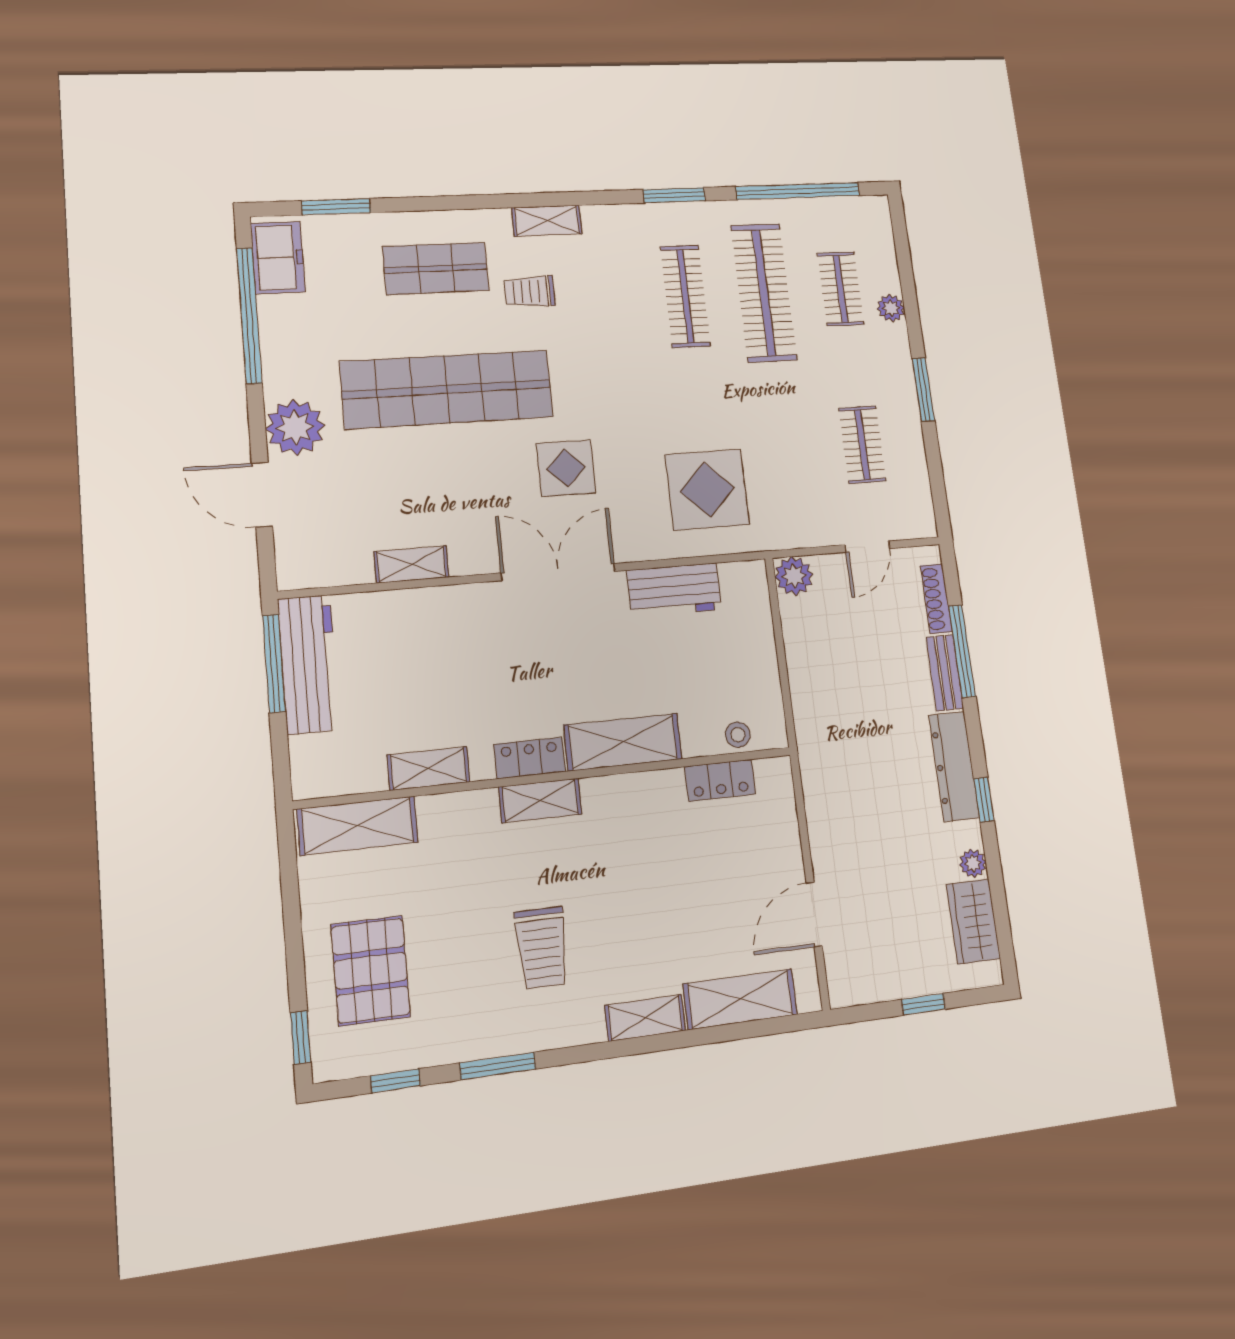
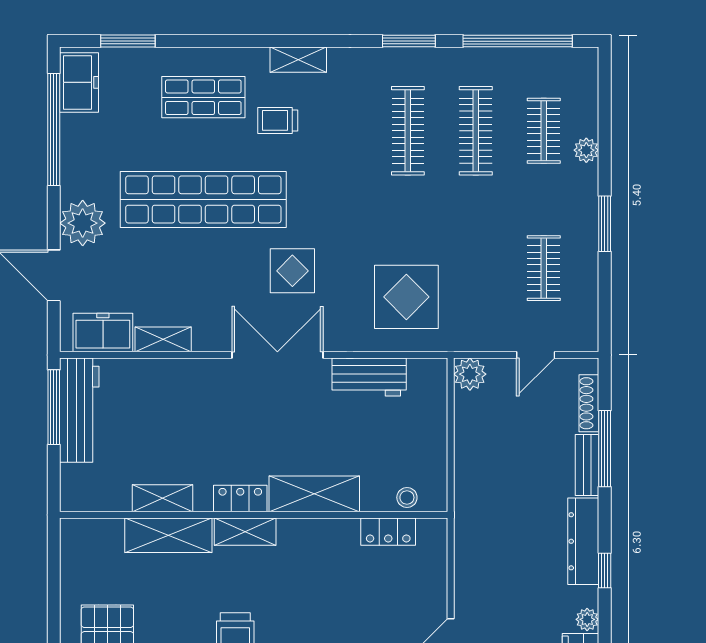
clothes rail: (764, 292) -> (476, 131), width x0.73, depth x0.76
freezer: (332, 562) -> (103, 333), added
shelving: (358, 826) -> (168, 535), moved

